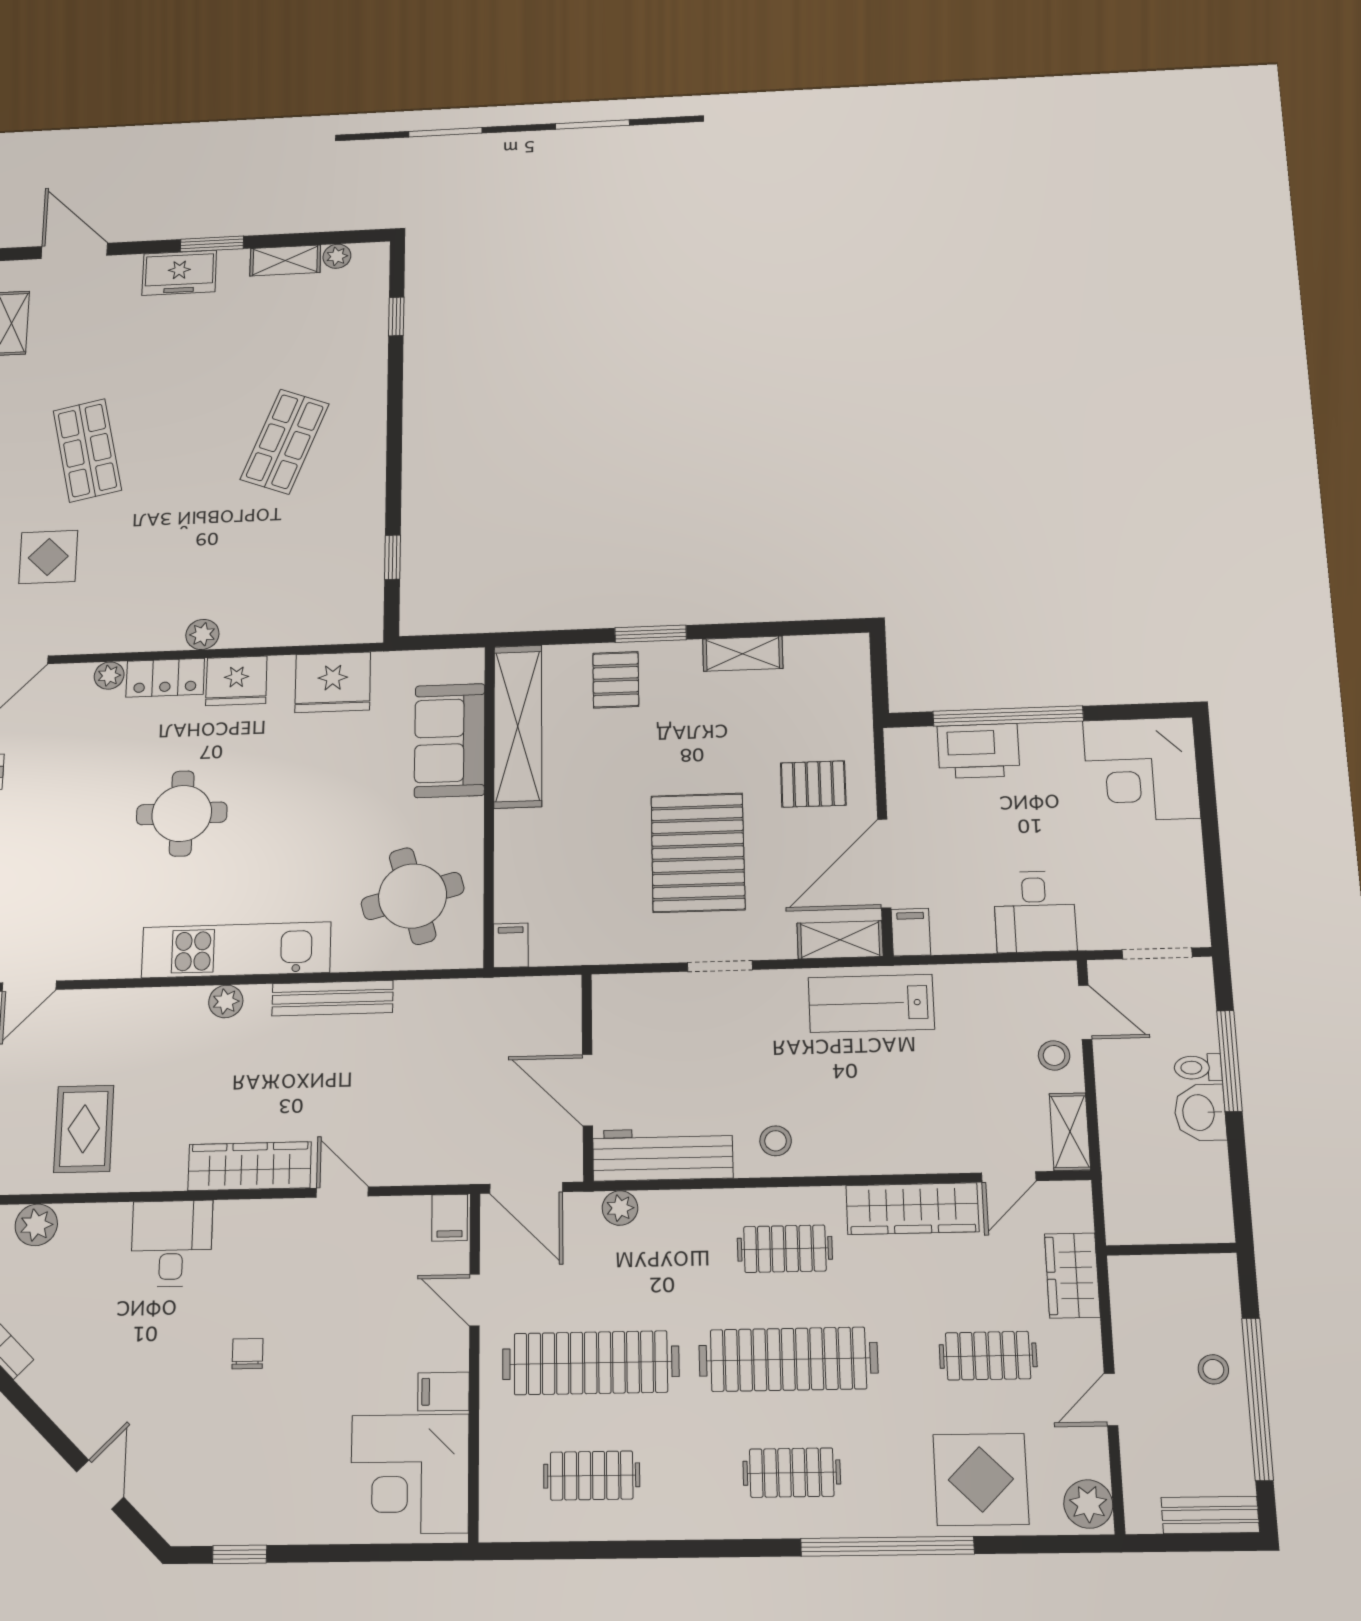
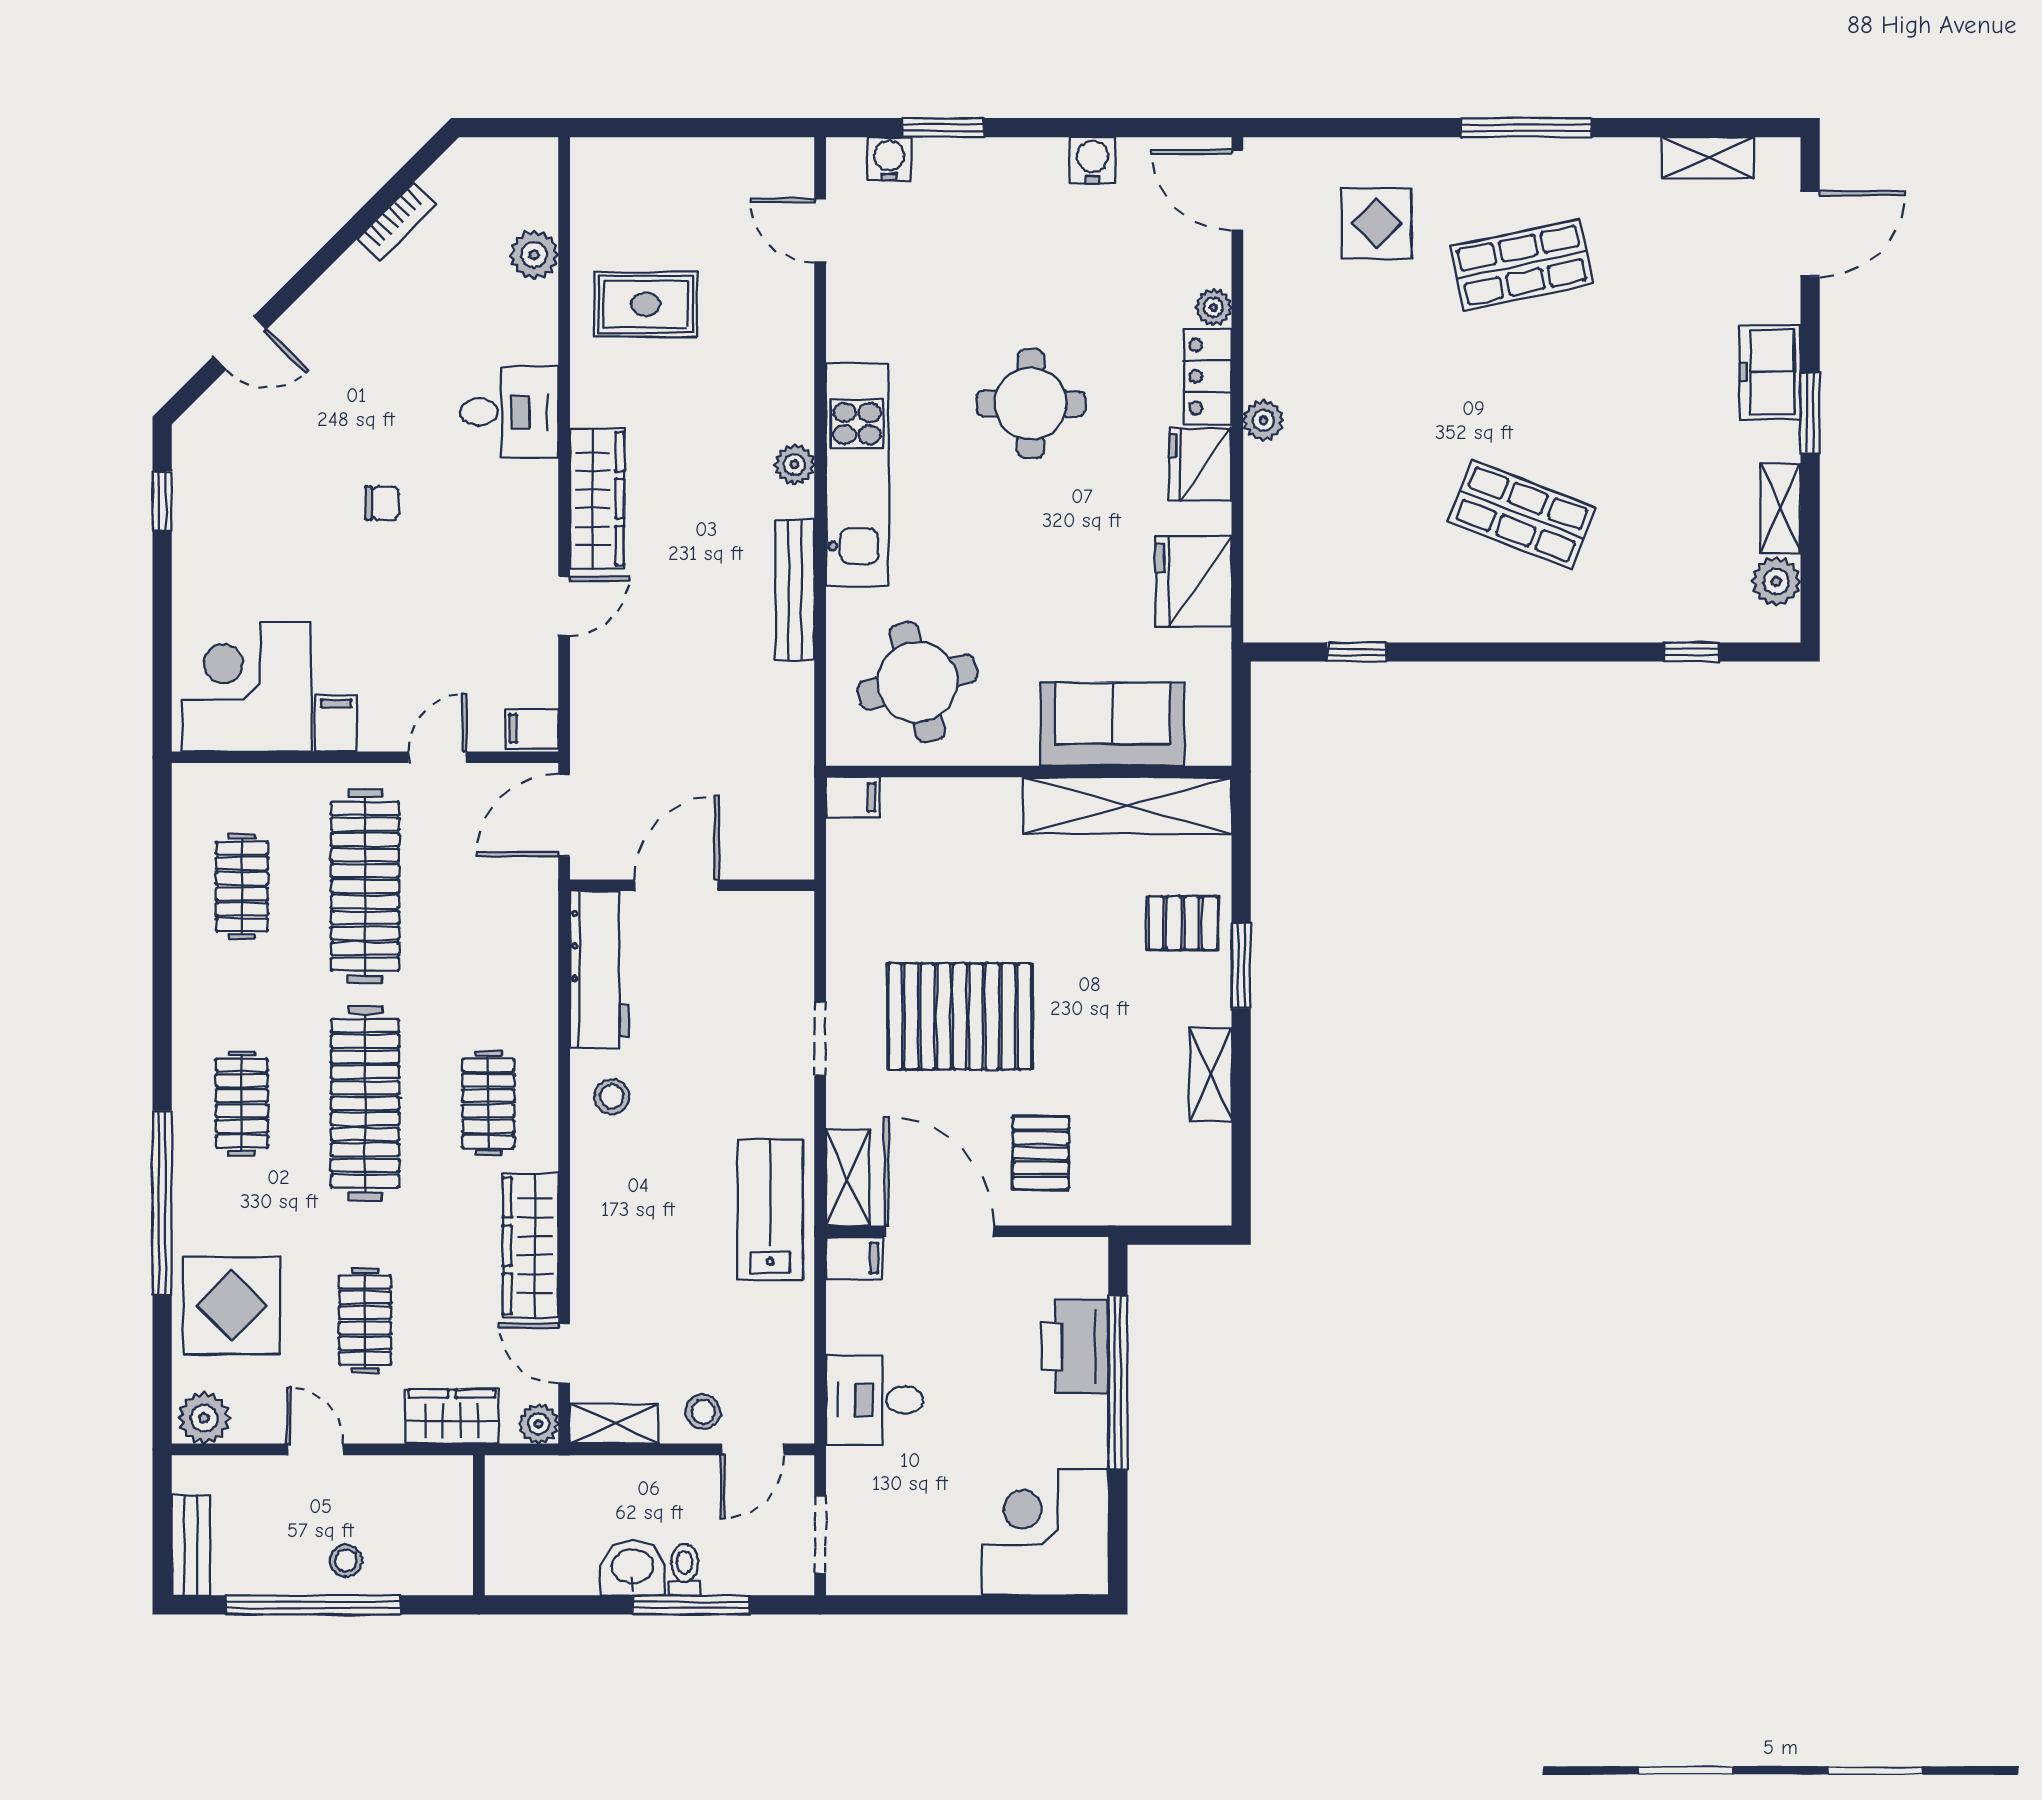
plant: (337, 256) -> (1776, 581), width x1.38, depth x1.38
plant: (620, 1208) -> (539, 1424), moved

